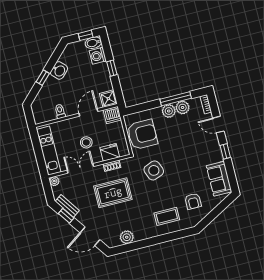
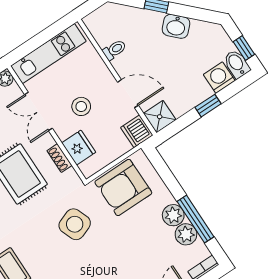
armchair: (142, 134) -> (123, 188), turned 90
double door: (80, 168) -> (38, 111), swing flipped

